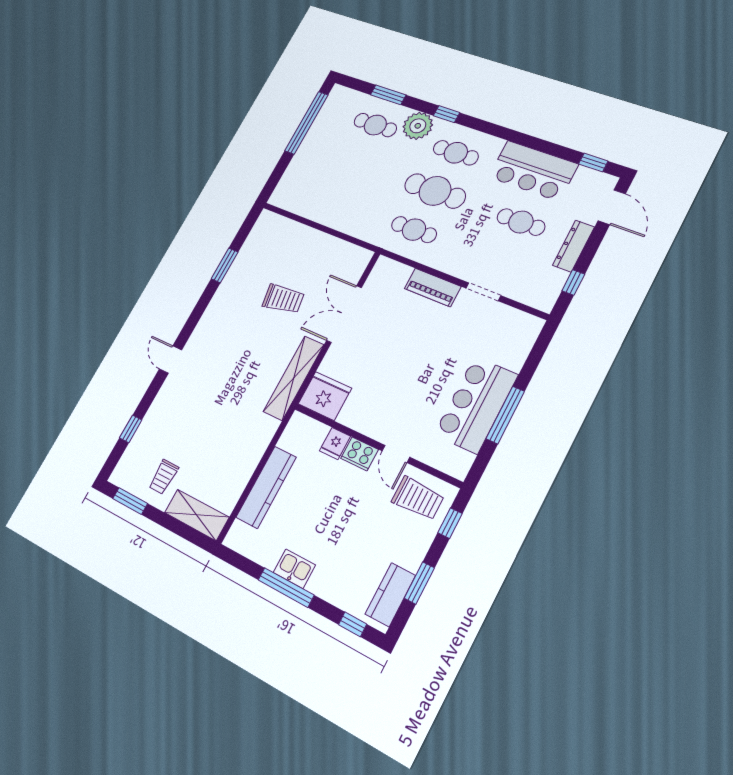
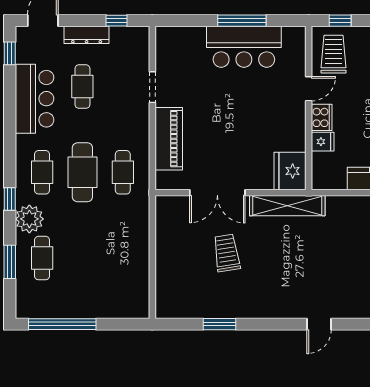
piano: (433, 287) -> (169, 139), width x1.37, depth x1.33

